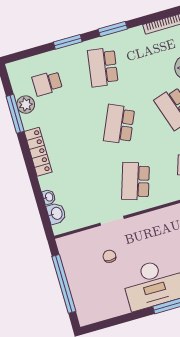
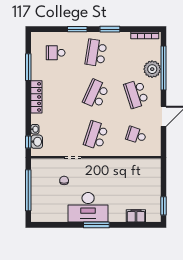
plant: (26, 105) -> (37, 63), removed
window: (45, 217) -> (28, 142), added

